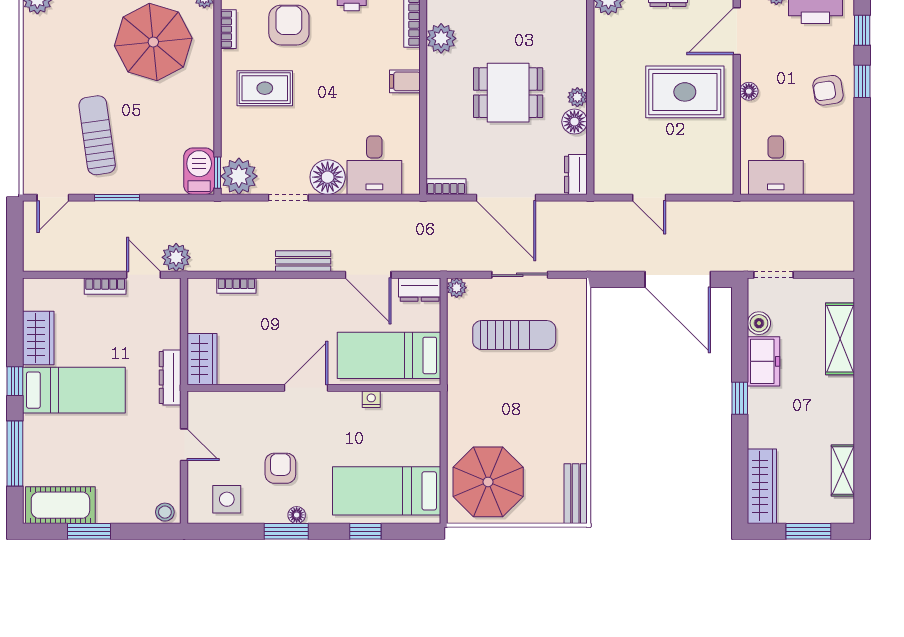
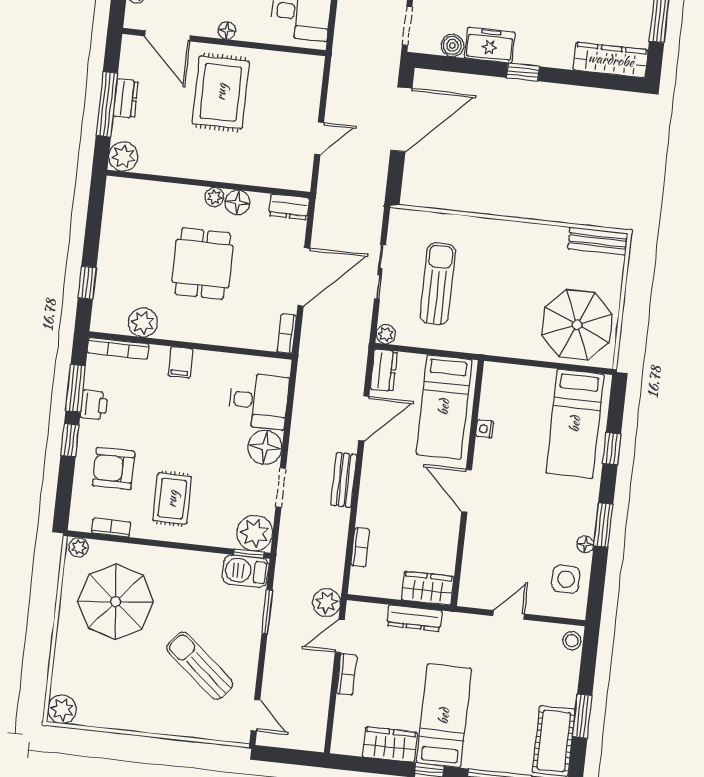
sun lounger: (97, 135) -> (200, 666), turned 48
window: (117, 198) -> (267, 612), moved
dresser: (170, 377) -> (415, 618), moved
armchair: (280, 468) -> (542, 524), removed
floor lamp: (297, 515) -> (585, 544), moved

